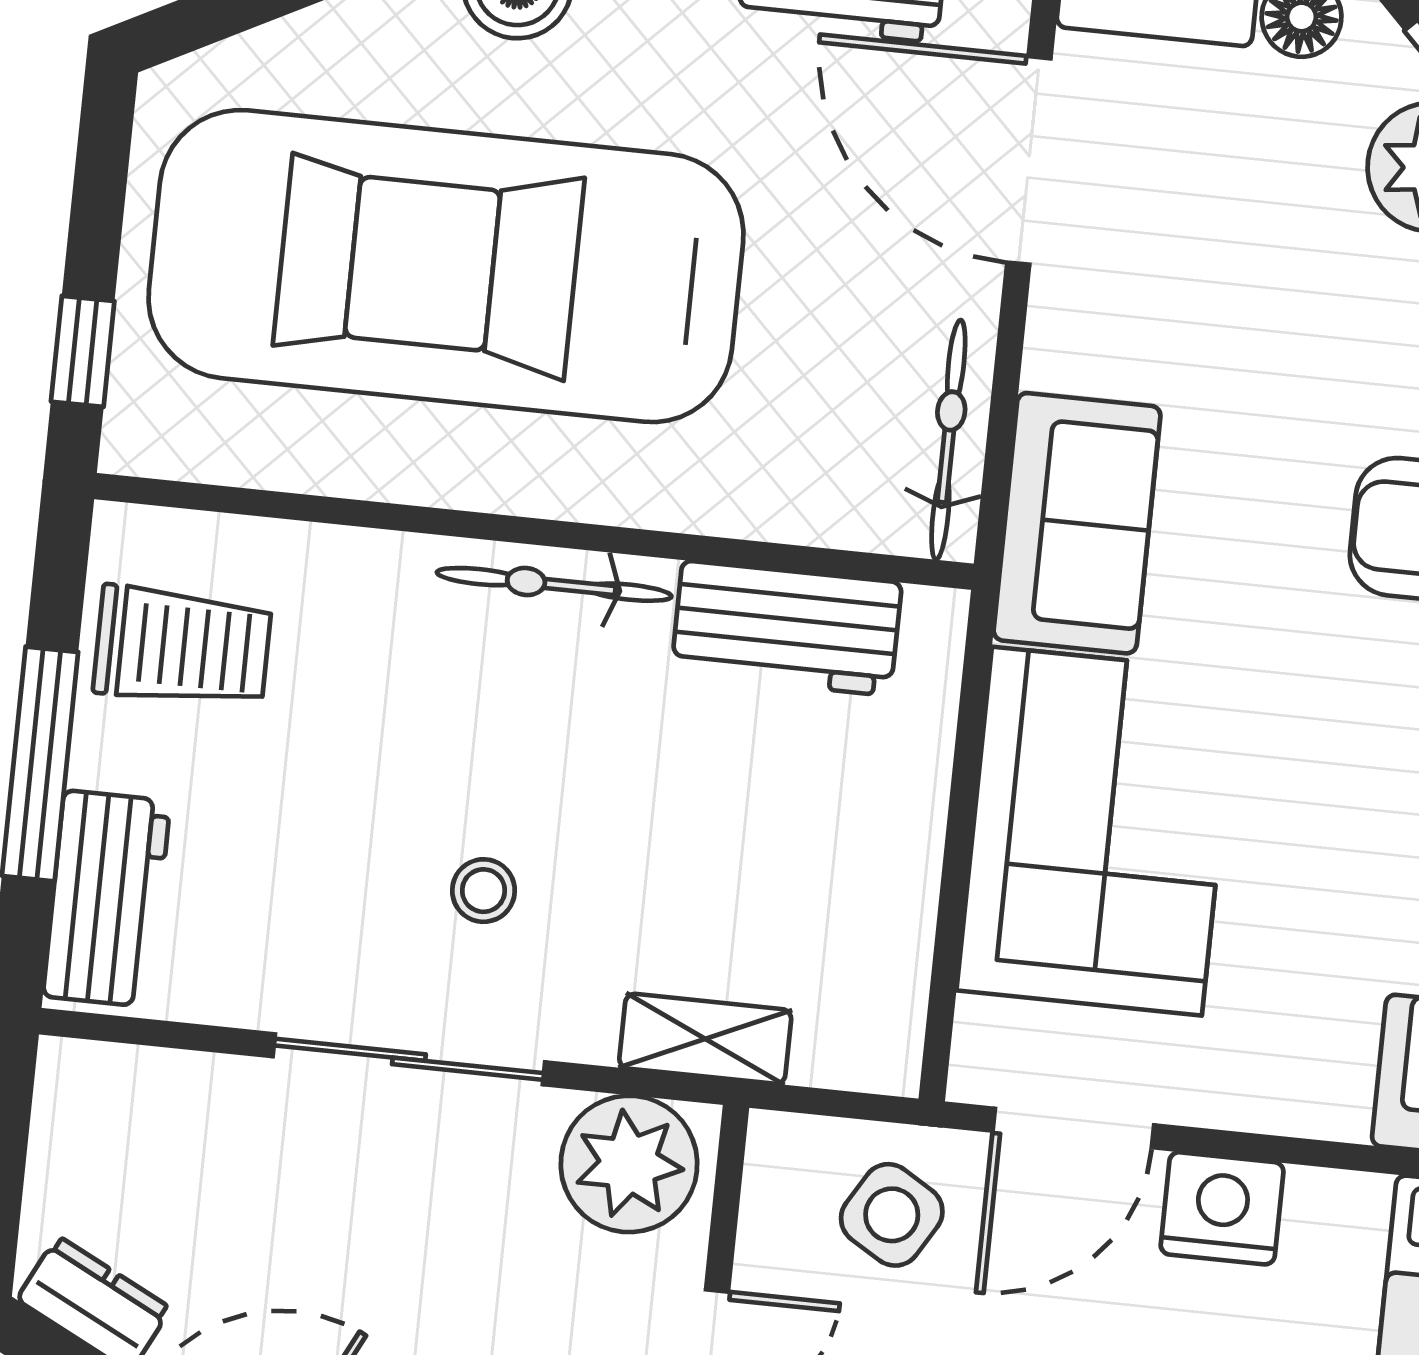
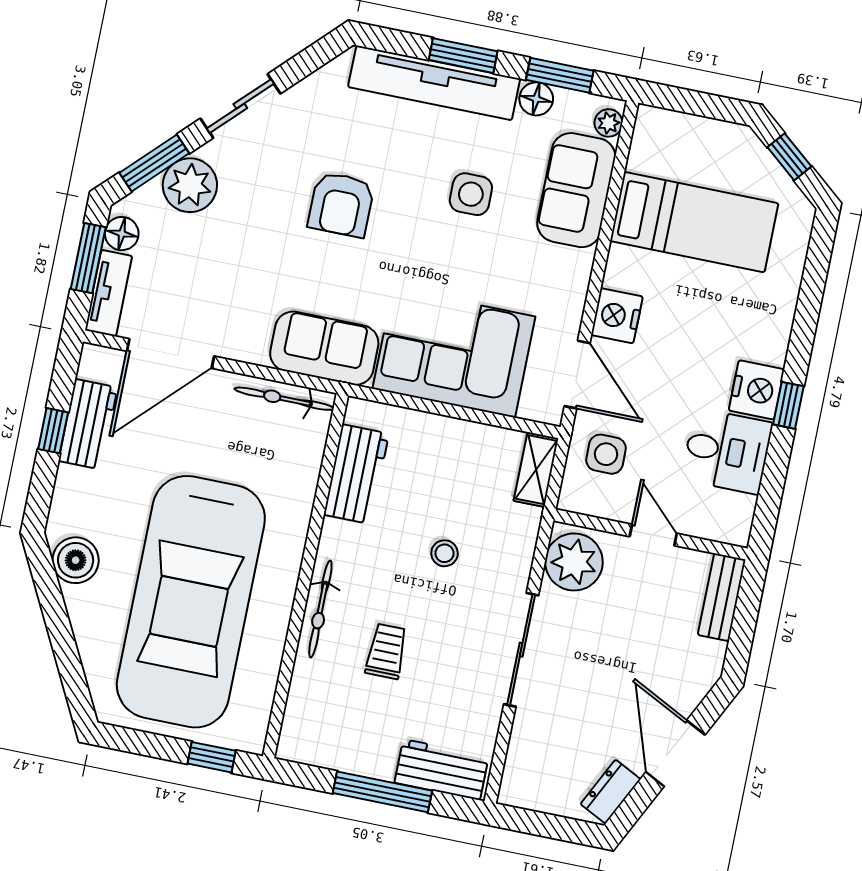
bicycle: (554, 584) -> (320, 609), moved
trolley: (182, 647) -> (386, 651), moved, width x0.73, depth x0.72
stool: (483, 891) -> (445, 553), moved
shelving: (705, 1039) -> (536, 470), moved
side table: (892, 1215) -> (606, 454), turned -31

